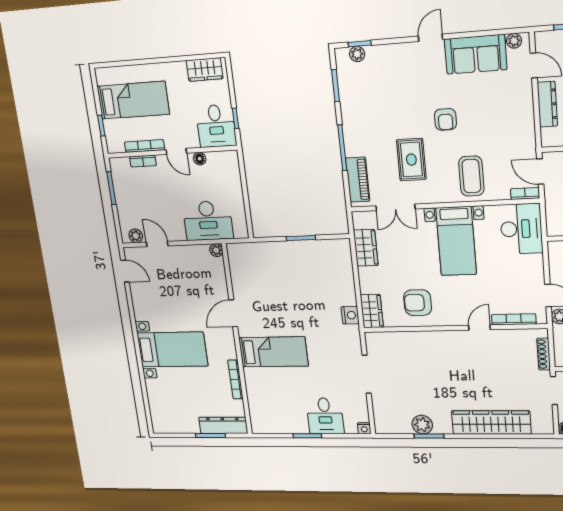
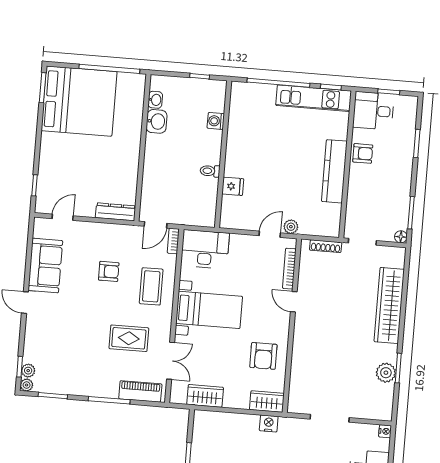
plant: (514, 41) -> (27, 385), moved
dresser: (547, 104) -> (116, 212), moved
armchair: (445, 119) -> (109, 271), moved
coffee table: (471, 176) -> (151, 286), turned 90

